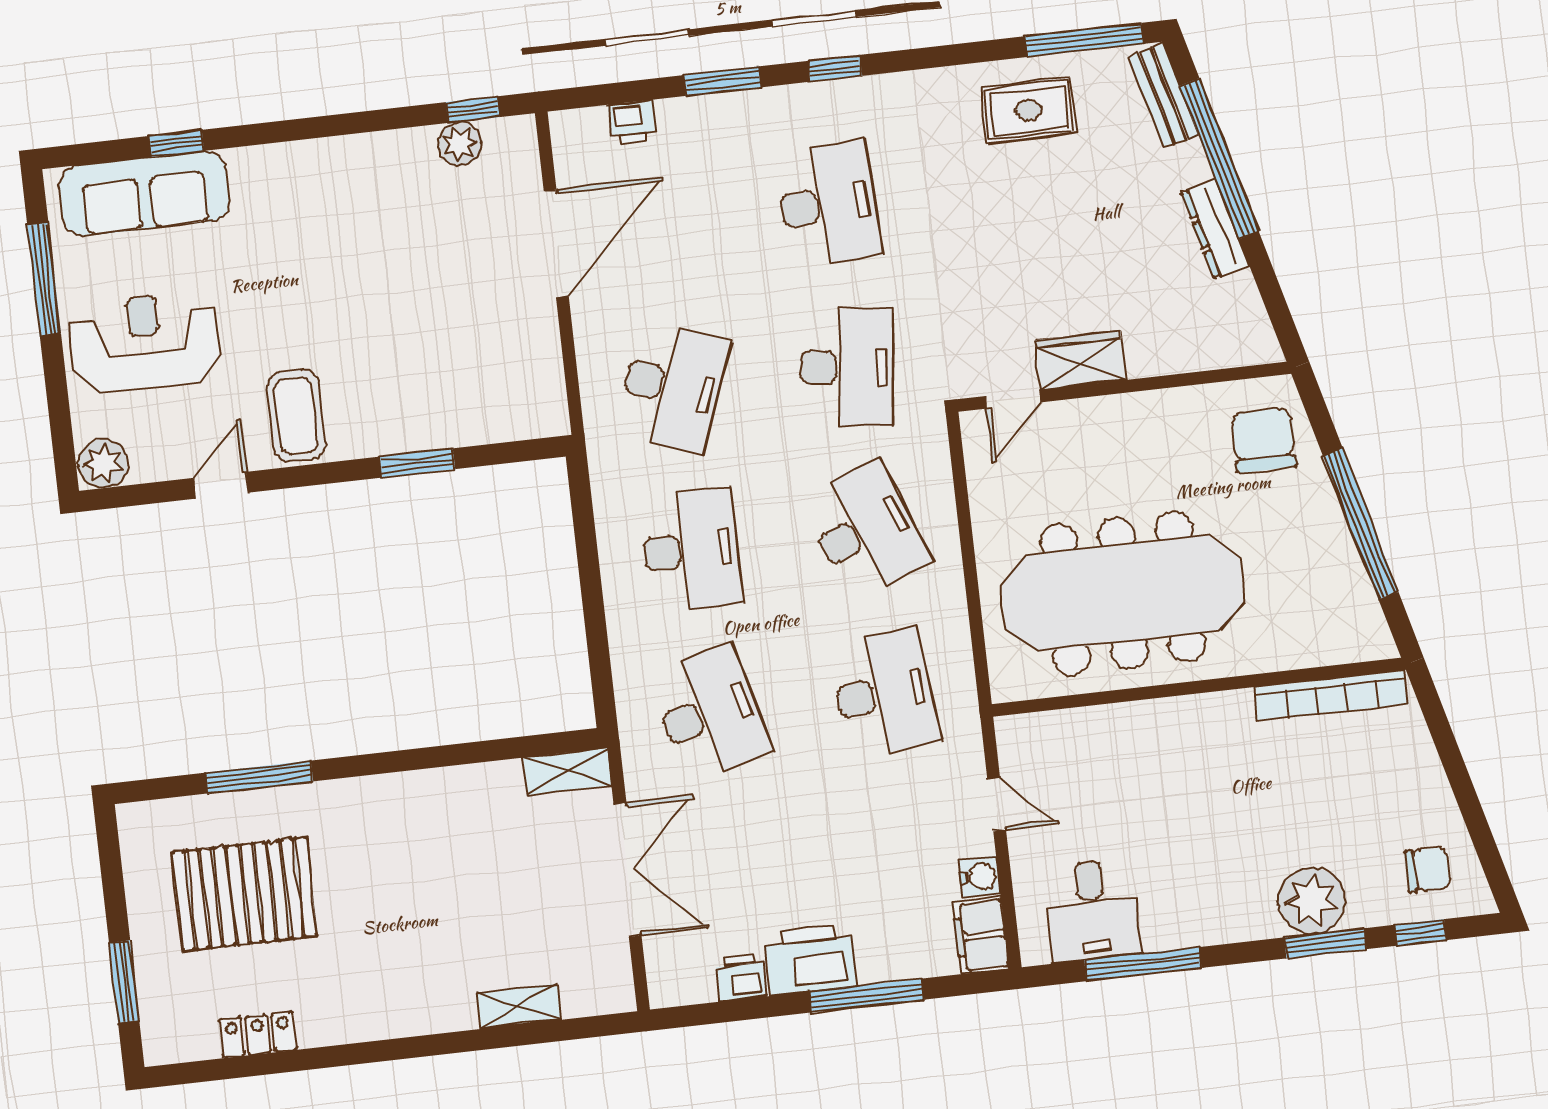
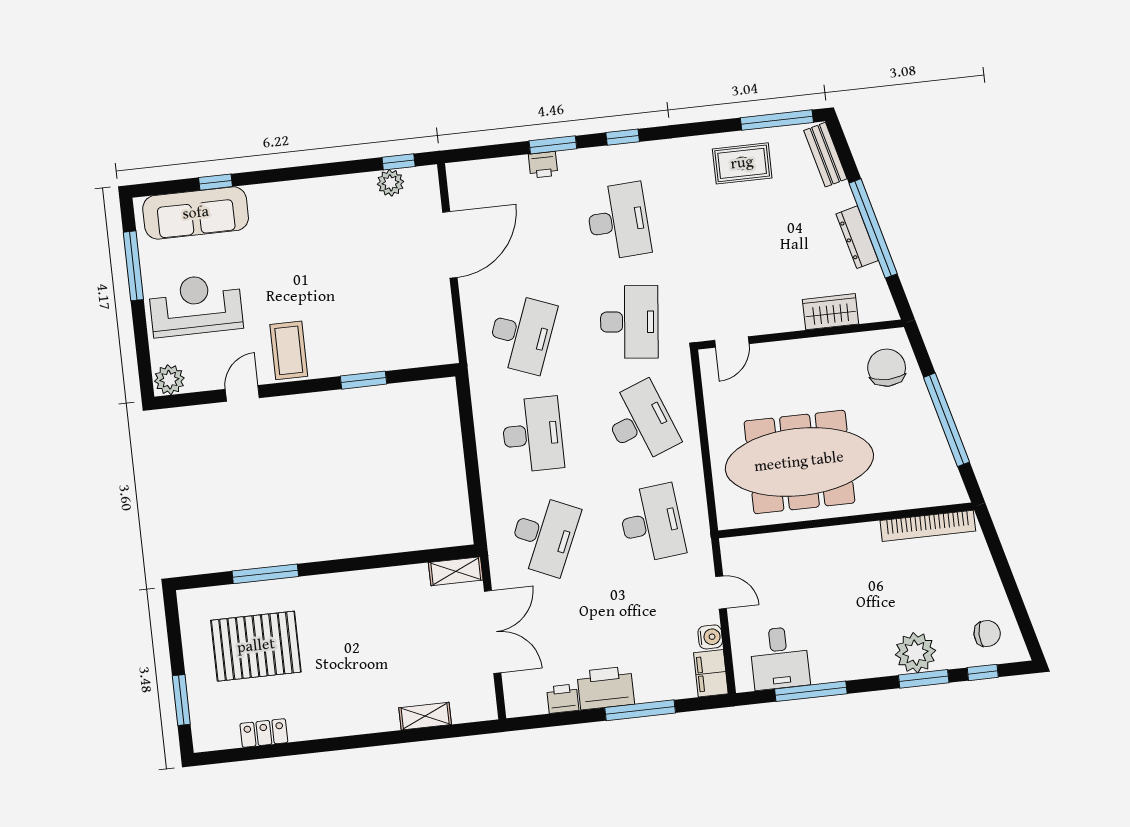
printer: (632, 122) -> (543, 165), moved
window: (1219, 159) -> (873, 228), moved
wardrobe: (1081, 360) -> (831, 312), moved
desk: (710, 713) -> (544, 535), turned 39

